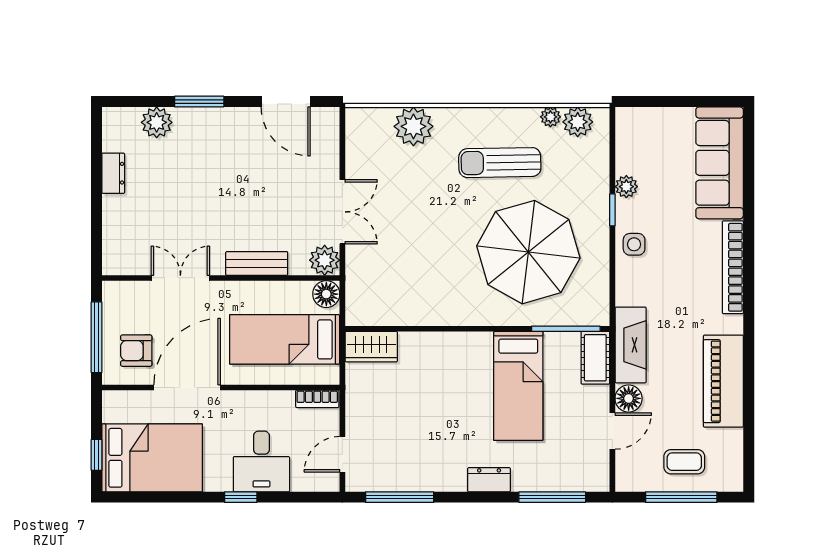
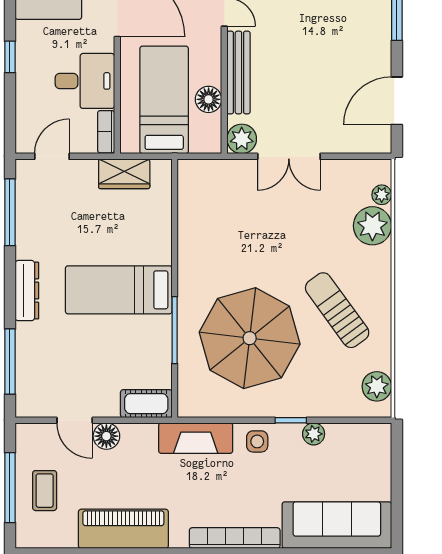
plant: (550, 117) -> (382, 195), moved
sun lounger: (500, 163) -> (337, 310), turned -35
bench: (257, 263) -> (238, 73), width x1.36
floor lamp: (326, 294) -> (209, 99), moved
window: (566, 329) -> (175, 330), moved
fireplace: (631, 345) -> (196, 438), moved
wardrobe: (371, 347) -> (124, 174), moved, turned -90
bed: (518, 386) -> (119, 290), moved
door: (342, 454) -> (52, 156), hinge flipped
desk: (261, 461) -> (85, 81), moved, turned 180
dresser: (489, 480) -> (27, 291), width x1.44

